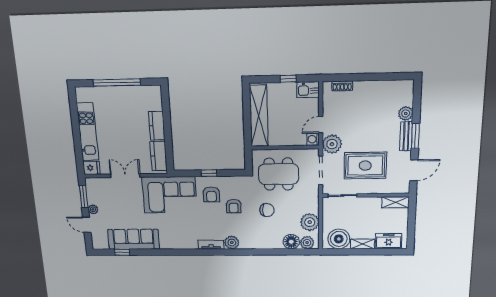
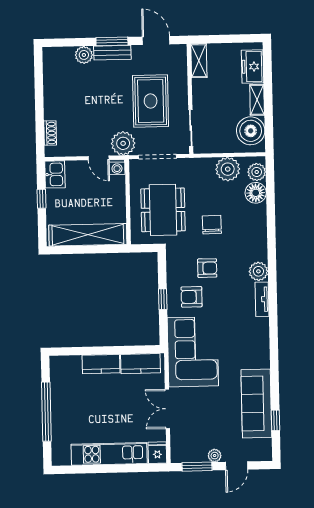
armchair: (211, 194) -> (192, 297), turned 180

